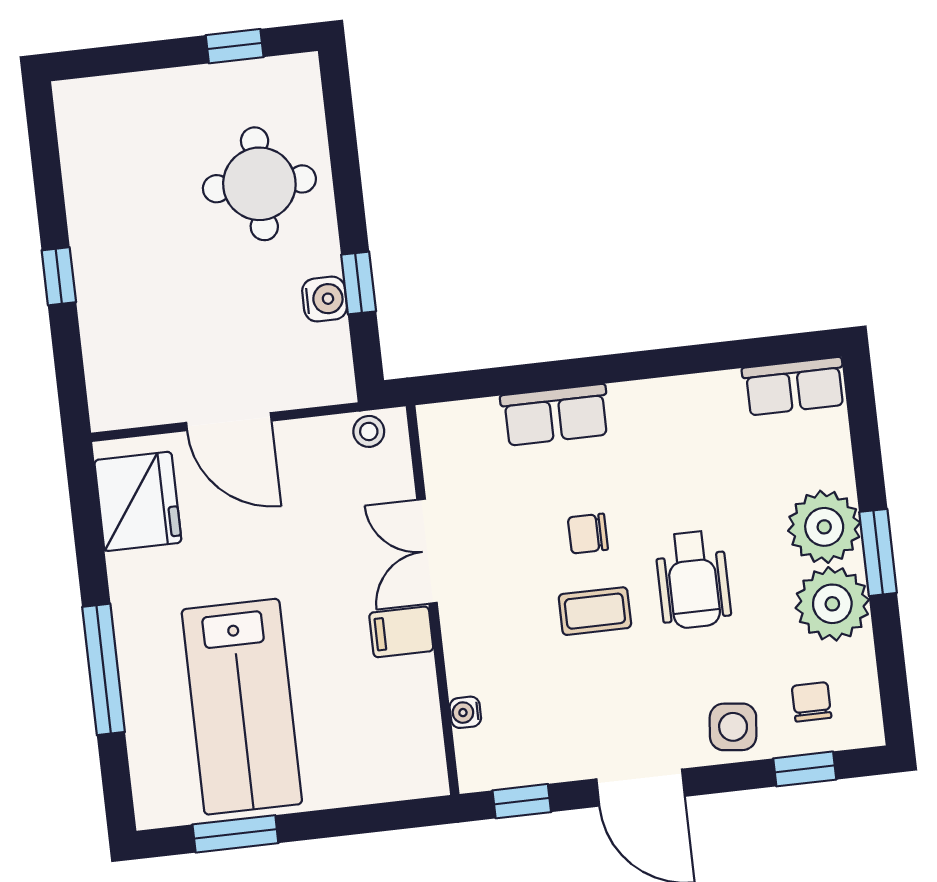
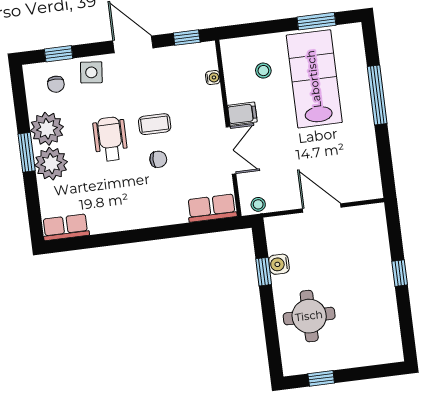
row of seats: (555, 415) -> (212, 208), moved
fridge: (138, 501) -> (363, 171), removed
stool: (354, 726) -> (263, 71), added

